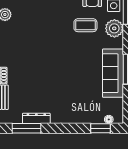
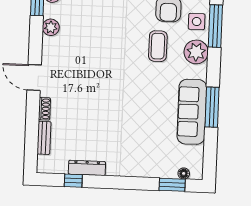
coffee table: (85, 25) -> (158, 46), turned 90
window: (27, 128) -> (73, 181), width x0.46

